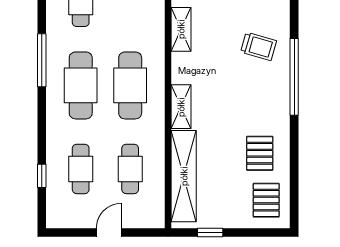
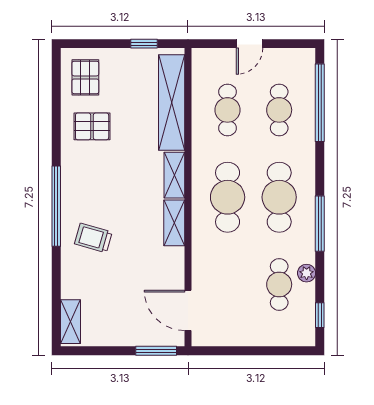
plant: (55, 13) -> (307, 273), added
shelving: (181, 29) -> (174, 223), moved
pallet: (260, 153) -> (92, 126), turned 90
window: (42, 176) -> (320, 103), width x3.17

